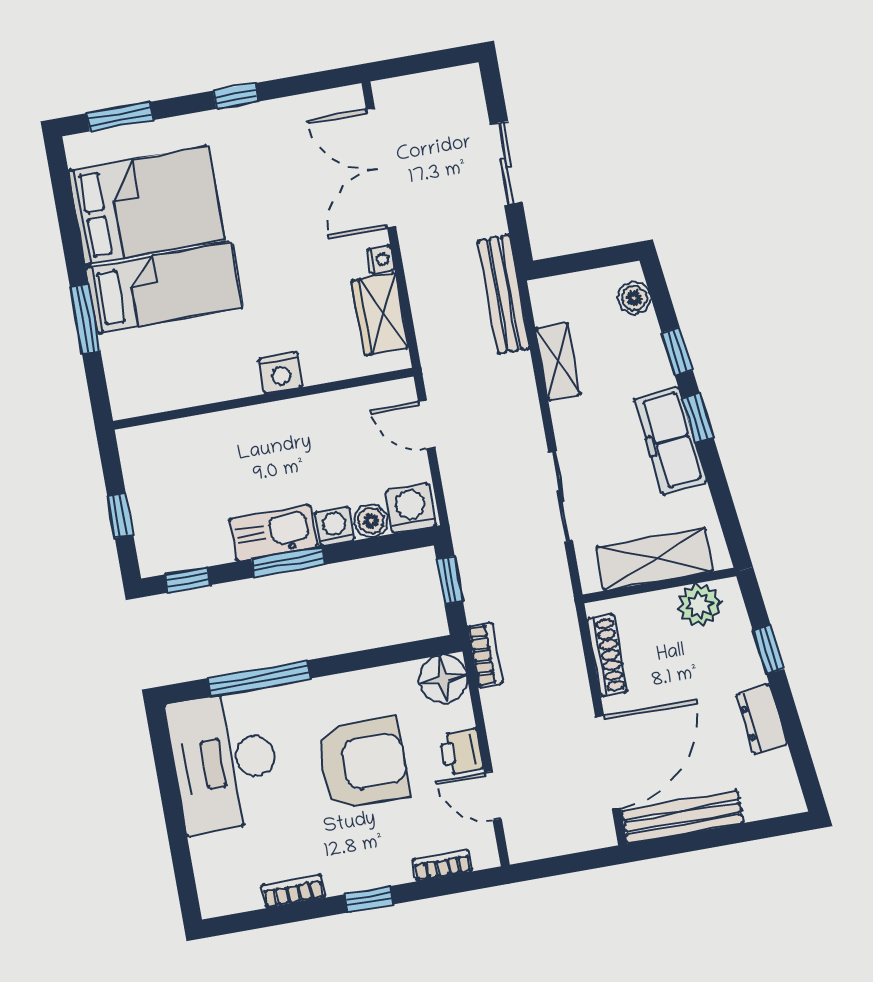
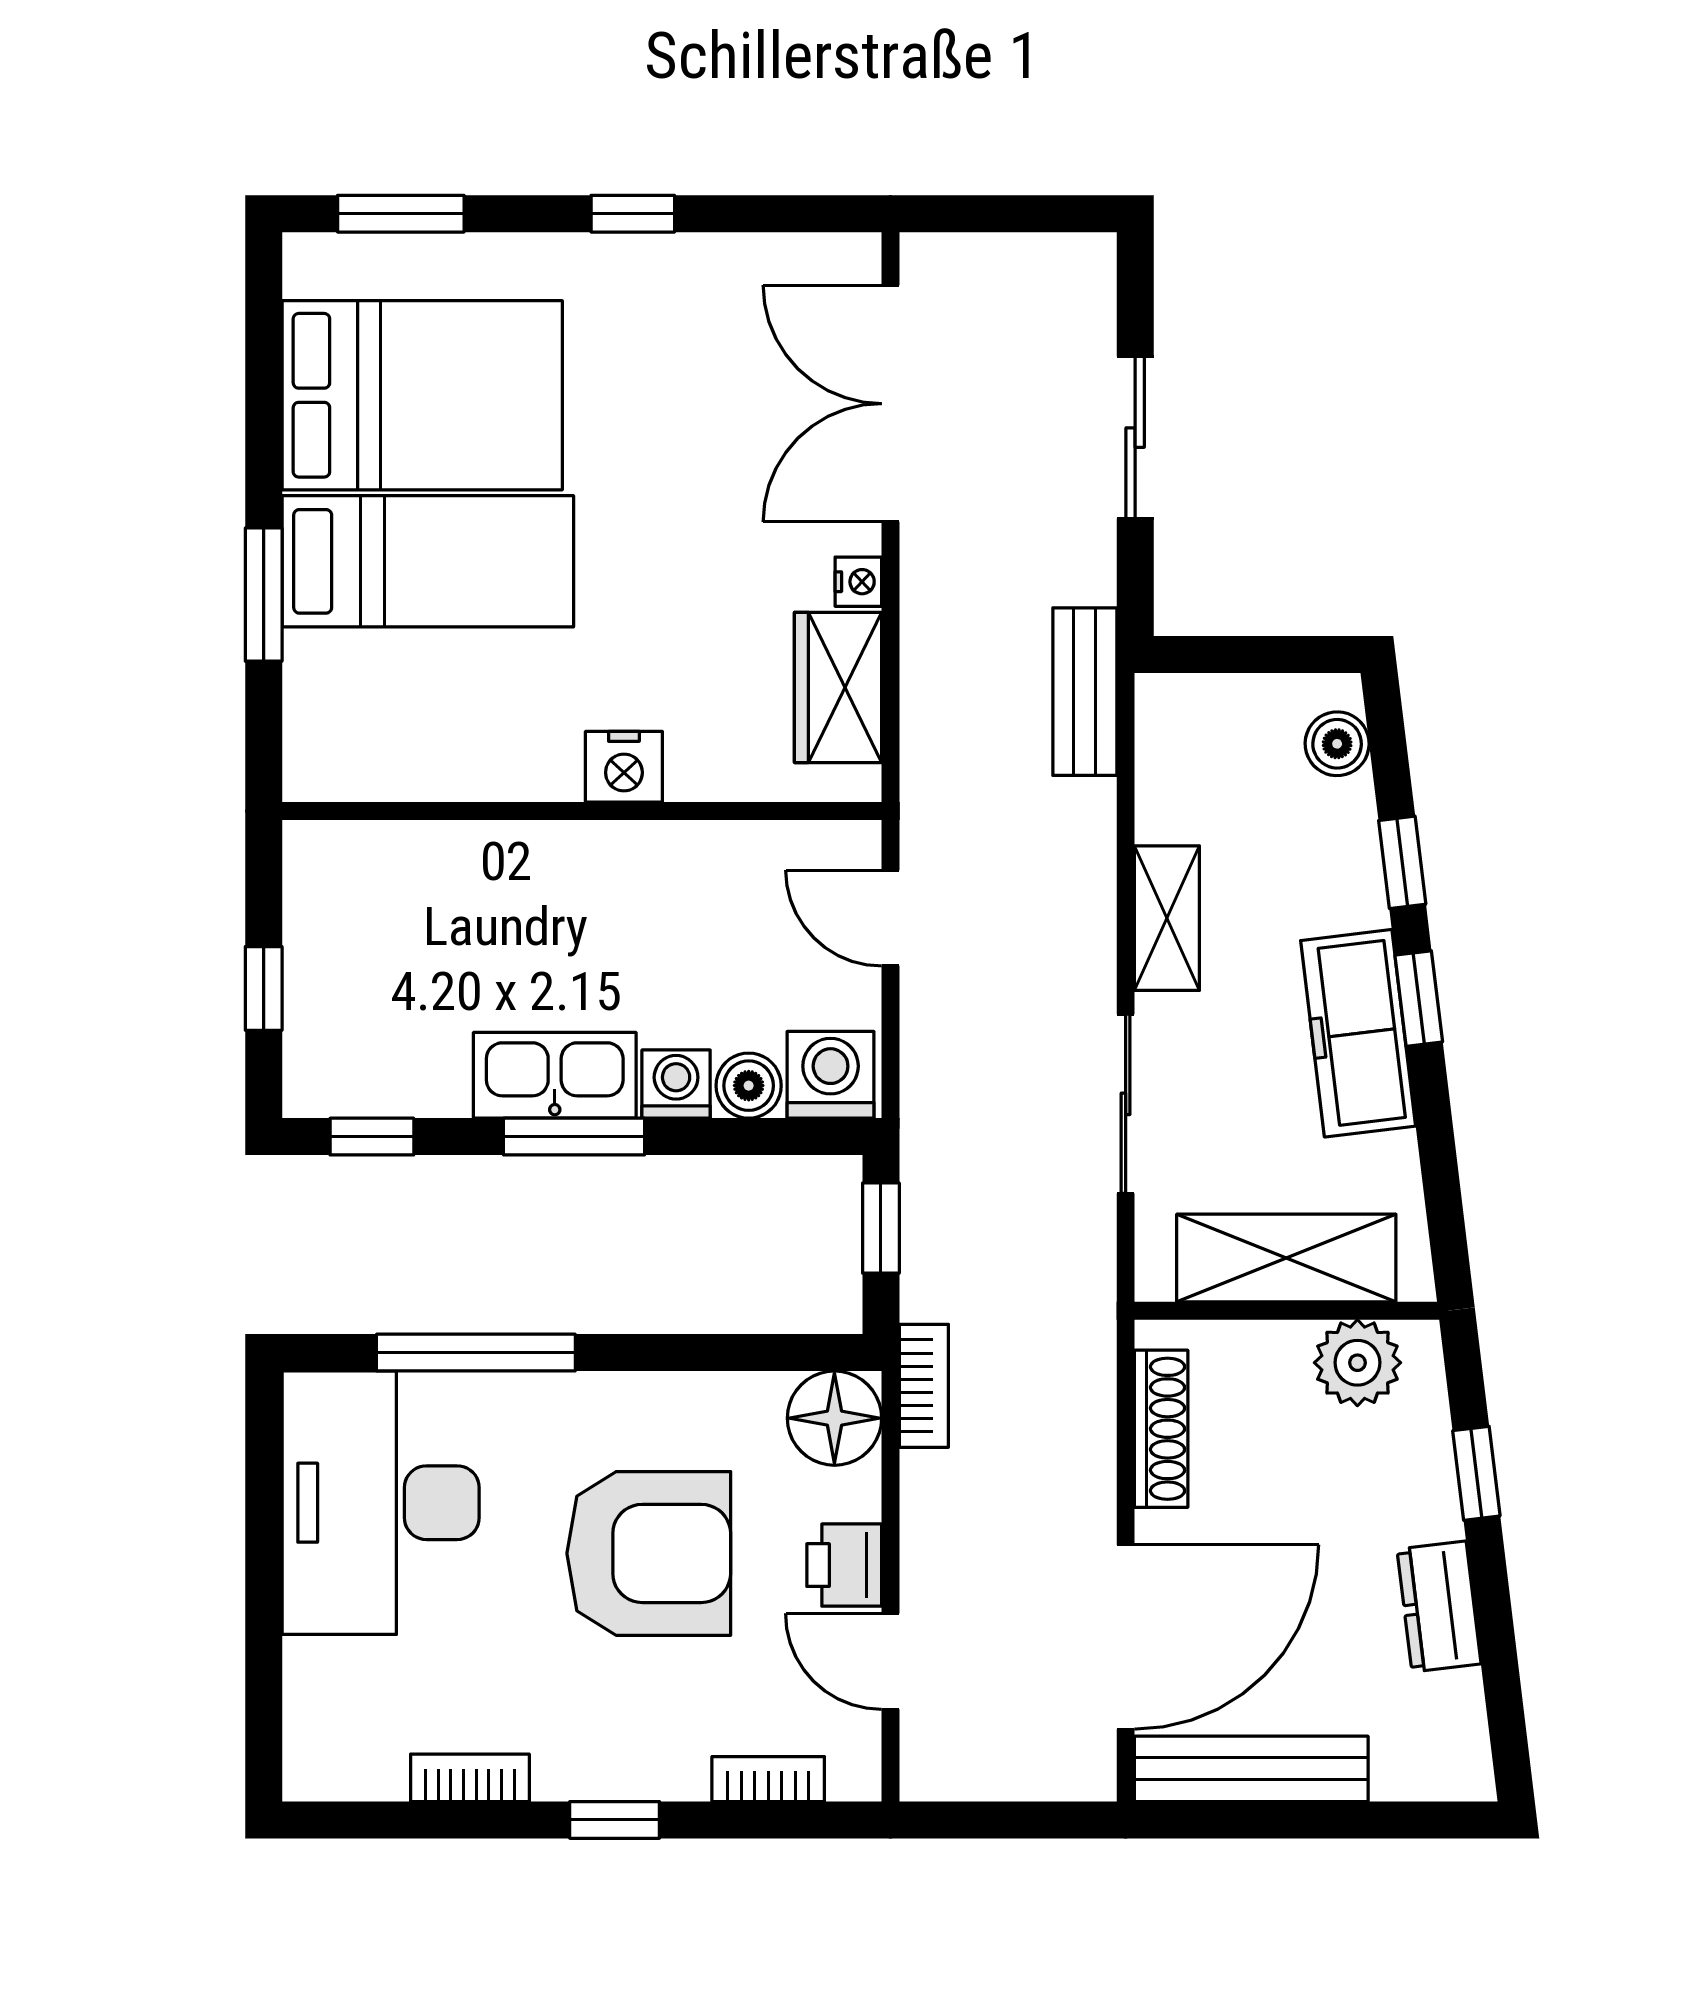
bench: (504, 294) -> (1085, 692), width x0.73
shelving: (558, 362) -> (1167, 918), moved

